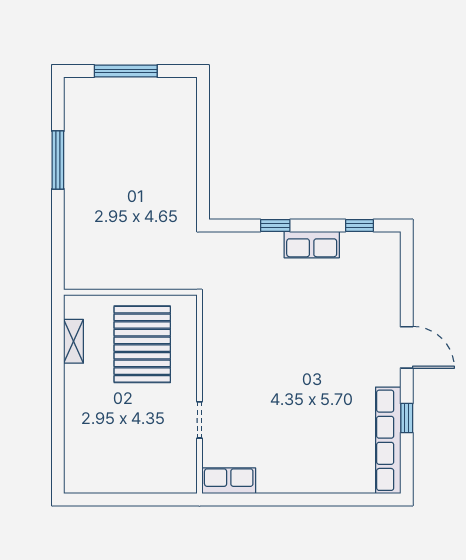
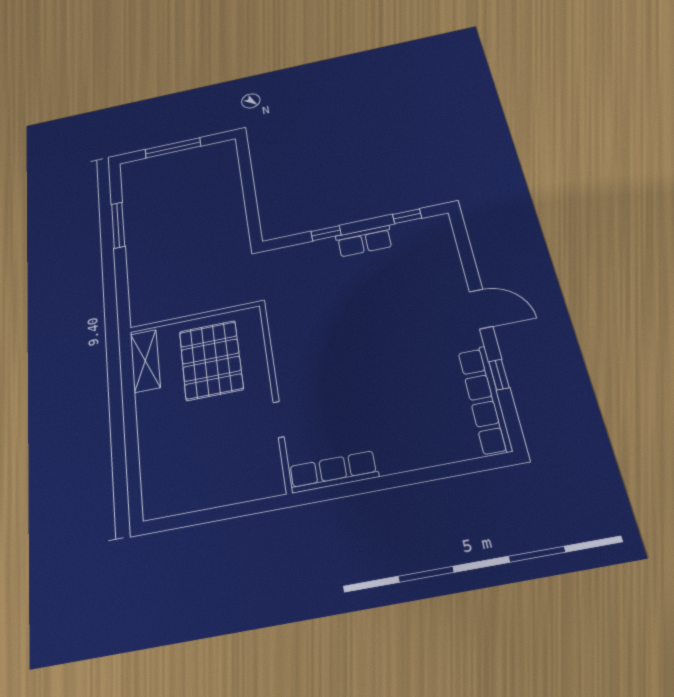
shelving: (74, 341) -> (145, 361), width x1.50, depth x1.33
row of seats: (229, 481) -> (333, 472), width x1.48

